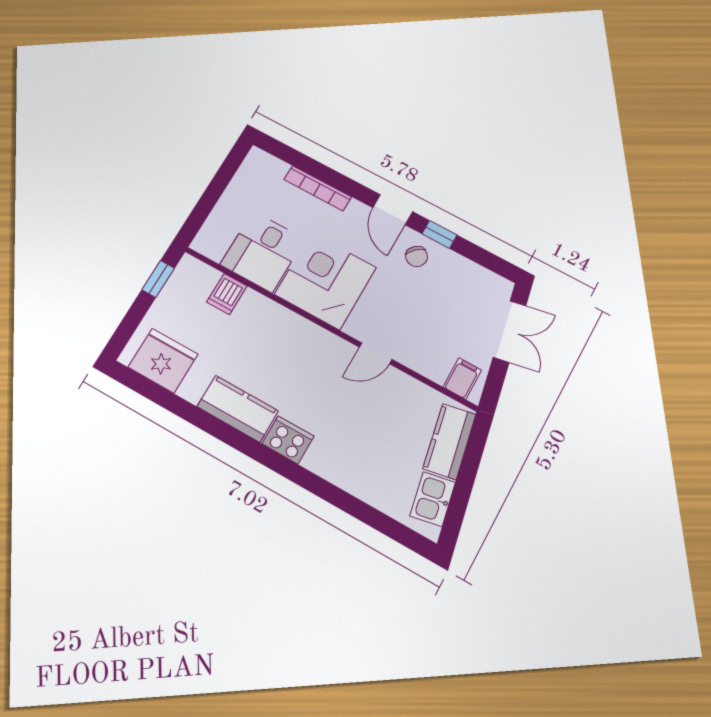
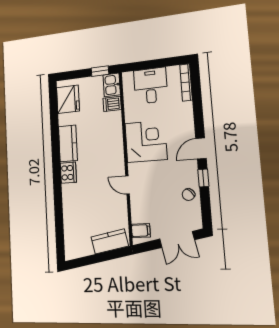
bookcase: (318, 188) -> (186, 82), moved
desk: (263, 252) -> (151, 86), moved, turned 90
chair: (417, 256) -> (188, 195), moved
kitchen sink: (433, 499) -> (112, 85), moved, turned -79

